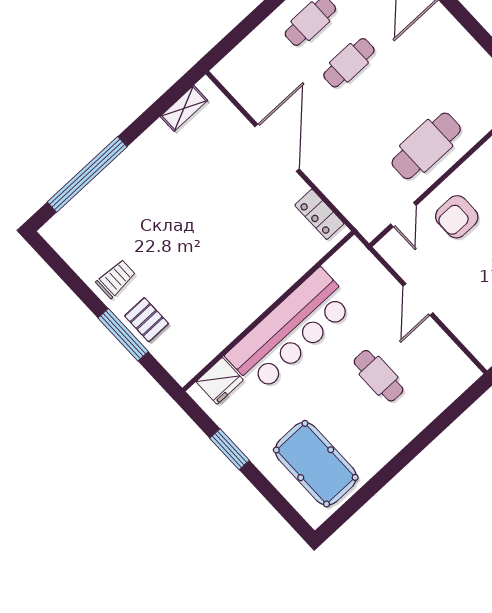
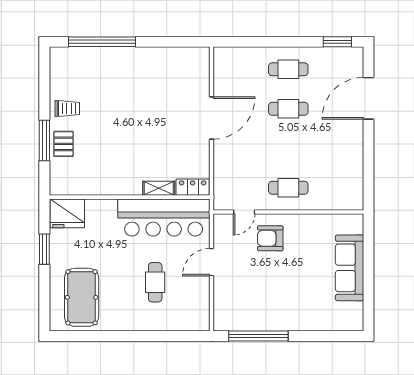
shelving: (184, 108) -> (159, 188), moved
cafe table: (426, 146) -> (288, 188), width x0.73, depth x0.74
locker: (319, 214) -> (193, 187), moved, turned 90
bar counter: (290, 331) -> (164, 217), moved
fridge: (220, 381) -> (67, 213), width x1.36, depth x1.34

